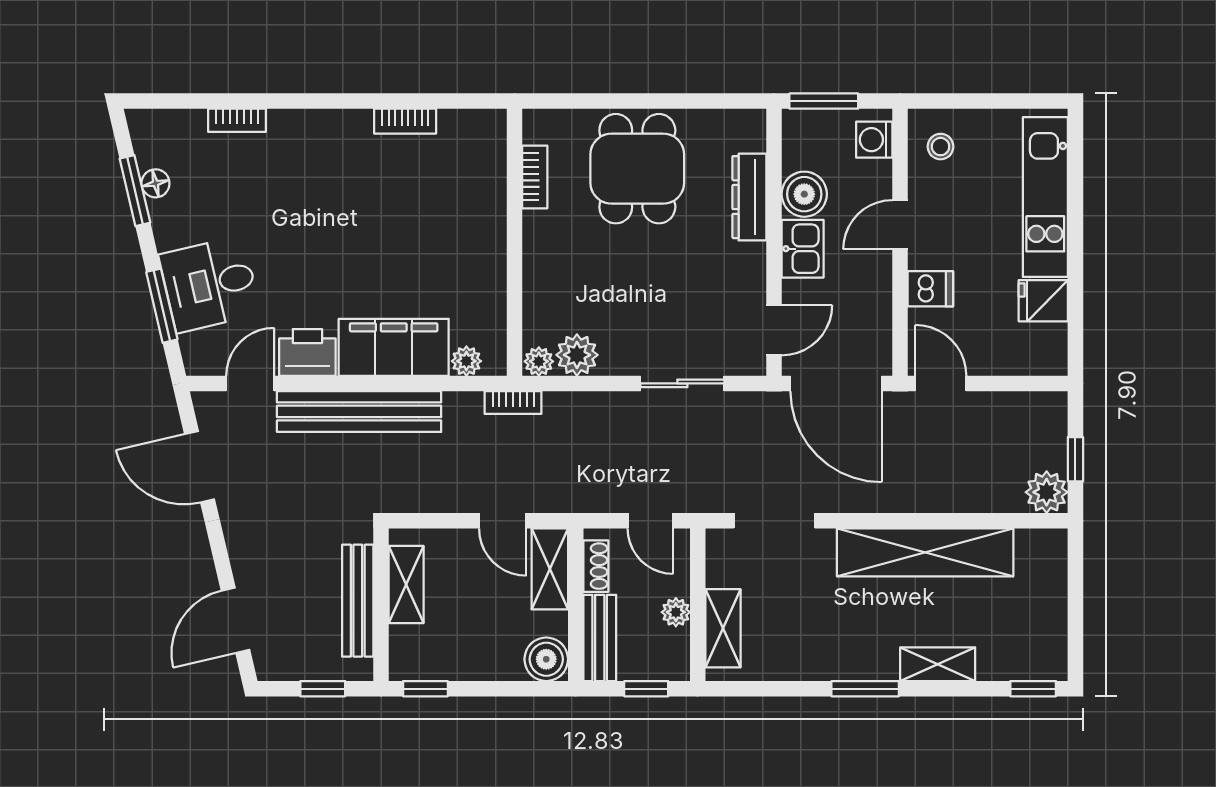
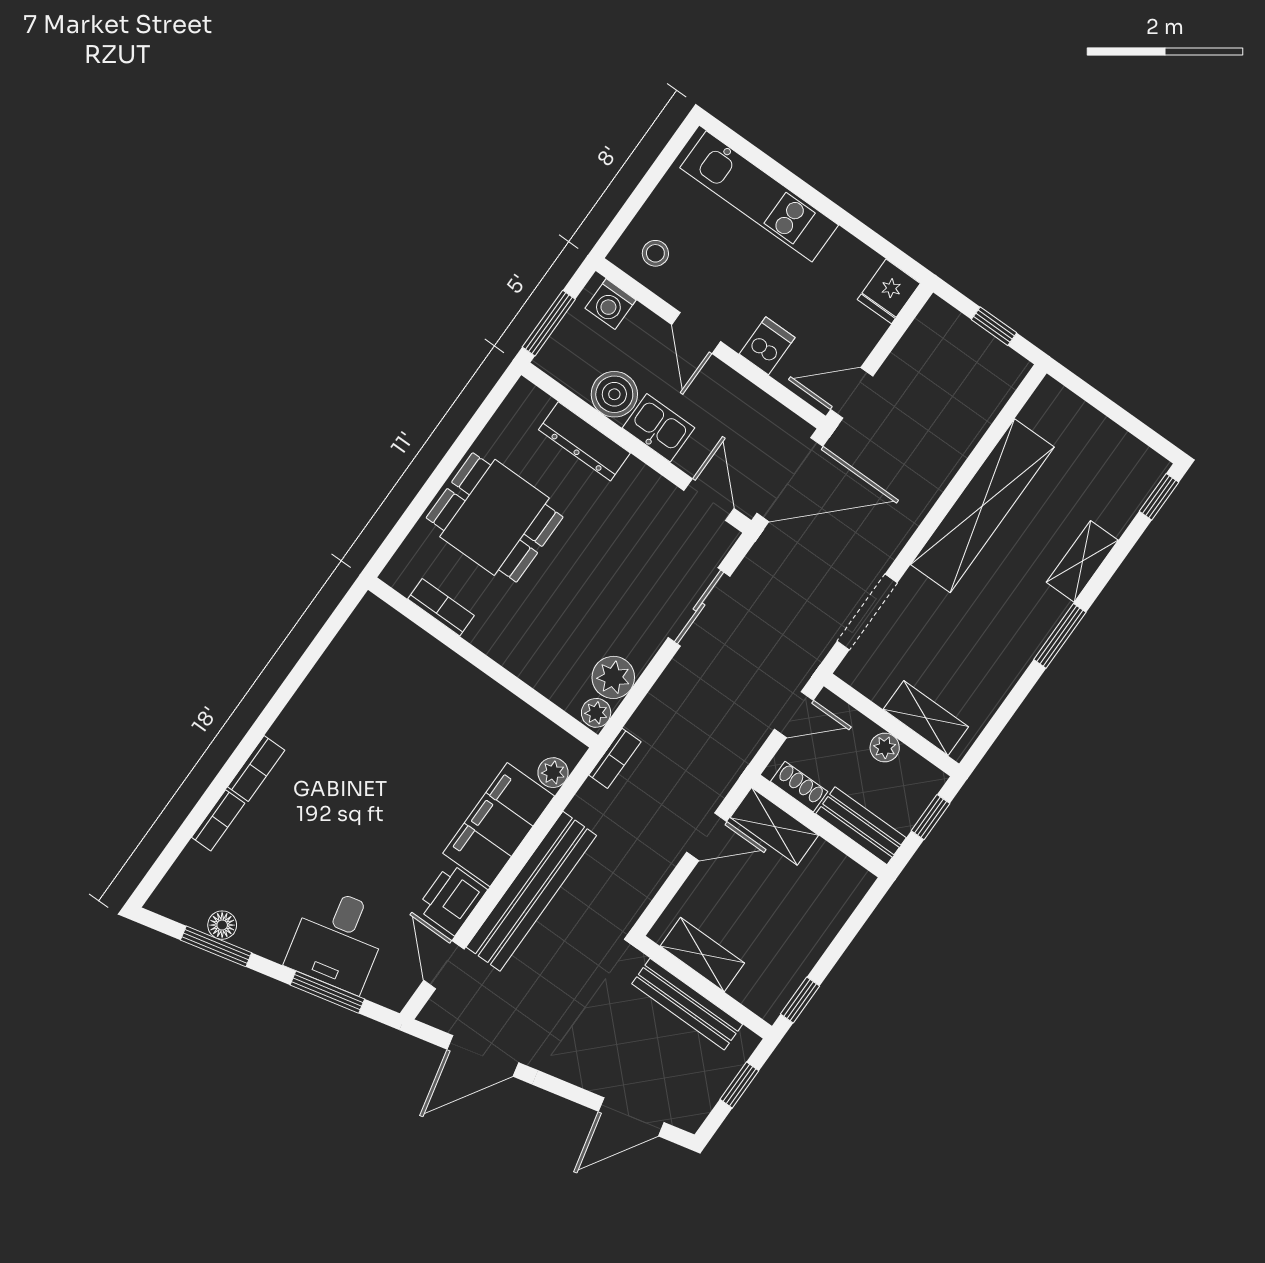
bookcase: (405, 121) -> (256, 769), moved
fridge: (1043, 301) -> (889, 291), moved
plant: (1047, 492) -> (1004, 370), removed
door: (235, 620) -> (631, 1117), hinge flipped
boiler: (546, 659) -> (847, 883), removed

